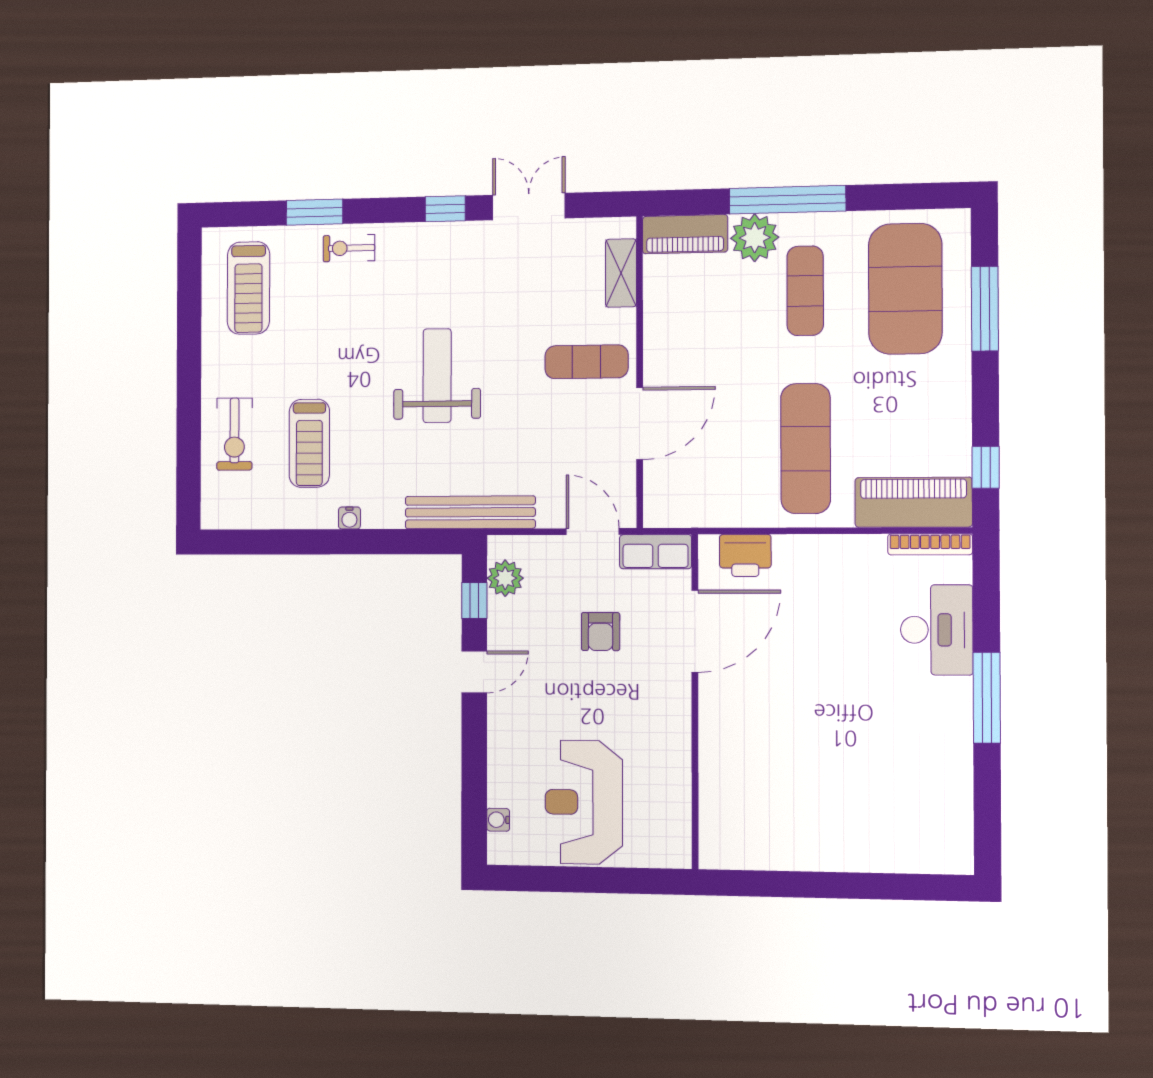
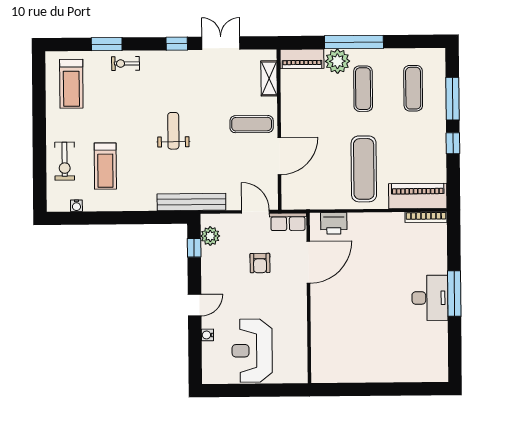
exercise mat: (905, 289) -> (413, 88), width x0.50, depth x0.69
weight bench: (437, 376) -> (173, 131), width x0.73, depth x0.75
window: (986, 467) -> (453, 143), moved
water cooler: (349, 518) -> (76, 206), moved
desk: (937, 630) -> (430, 298), moved
door: (474, 672) -> (195, 305), moved
water cooler: (498, 820) -> (207, 335), moved

